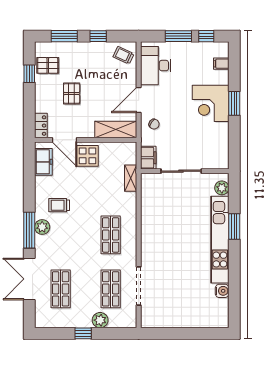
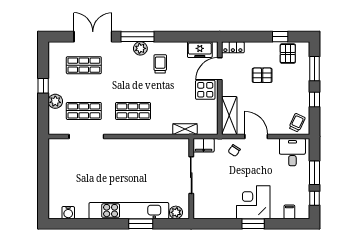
desk: (156, 66) -> (292, 152), width x0.73
water cooler: (222, 291) -> (68, 213), moved

